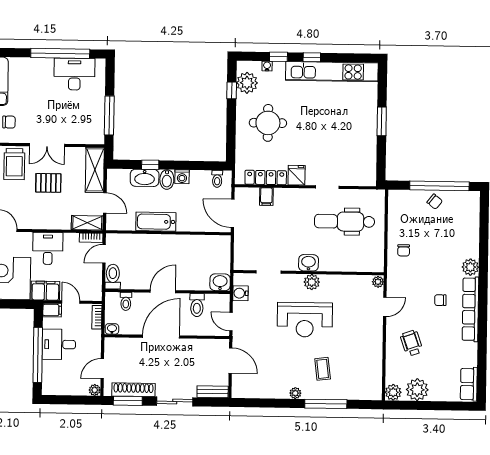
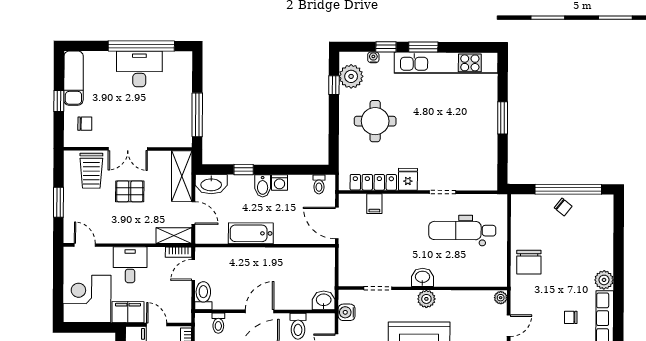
window: (312, 57) -> (423, 47), width x1.50
desk: (74, 74) -> (139, 69), moved
washbasin: (145, 178) -> (211, 184), moved
chair: (404, 250) -> (529, 262), width x1.87, depth x1.87

